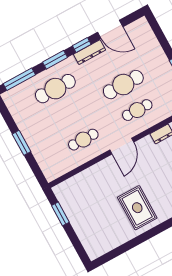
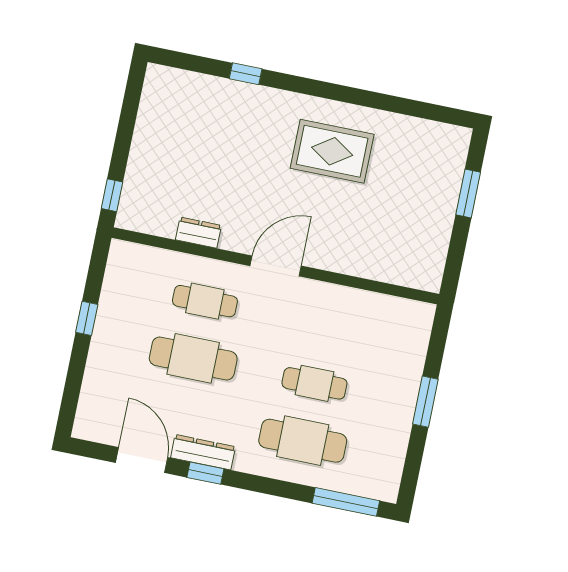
window: (55, 60) -> (266, 486), removed
cafe table: (83, 140) -> (314, 383), moved
rug: (137, 208) -> (332, 151), turned 90
window: (60, 214) -> (468, 193), moved

